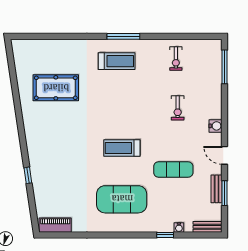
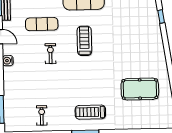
exercise bike: (178, 108) -> (50, 54), moved
treadmill: (122, 148) -> (84, 41), turned -90

